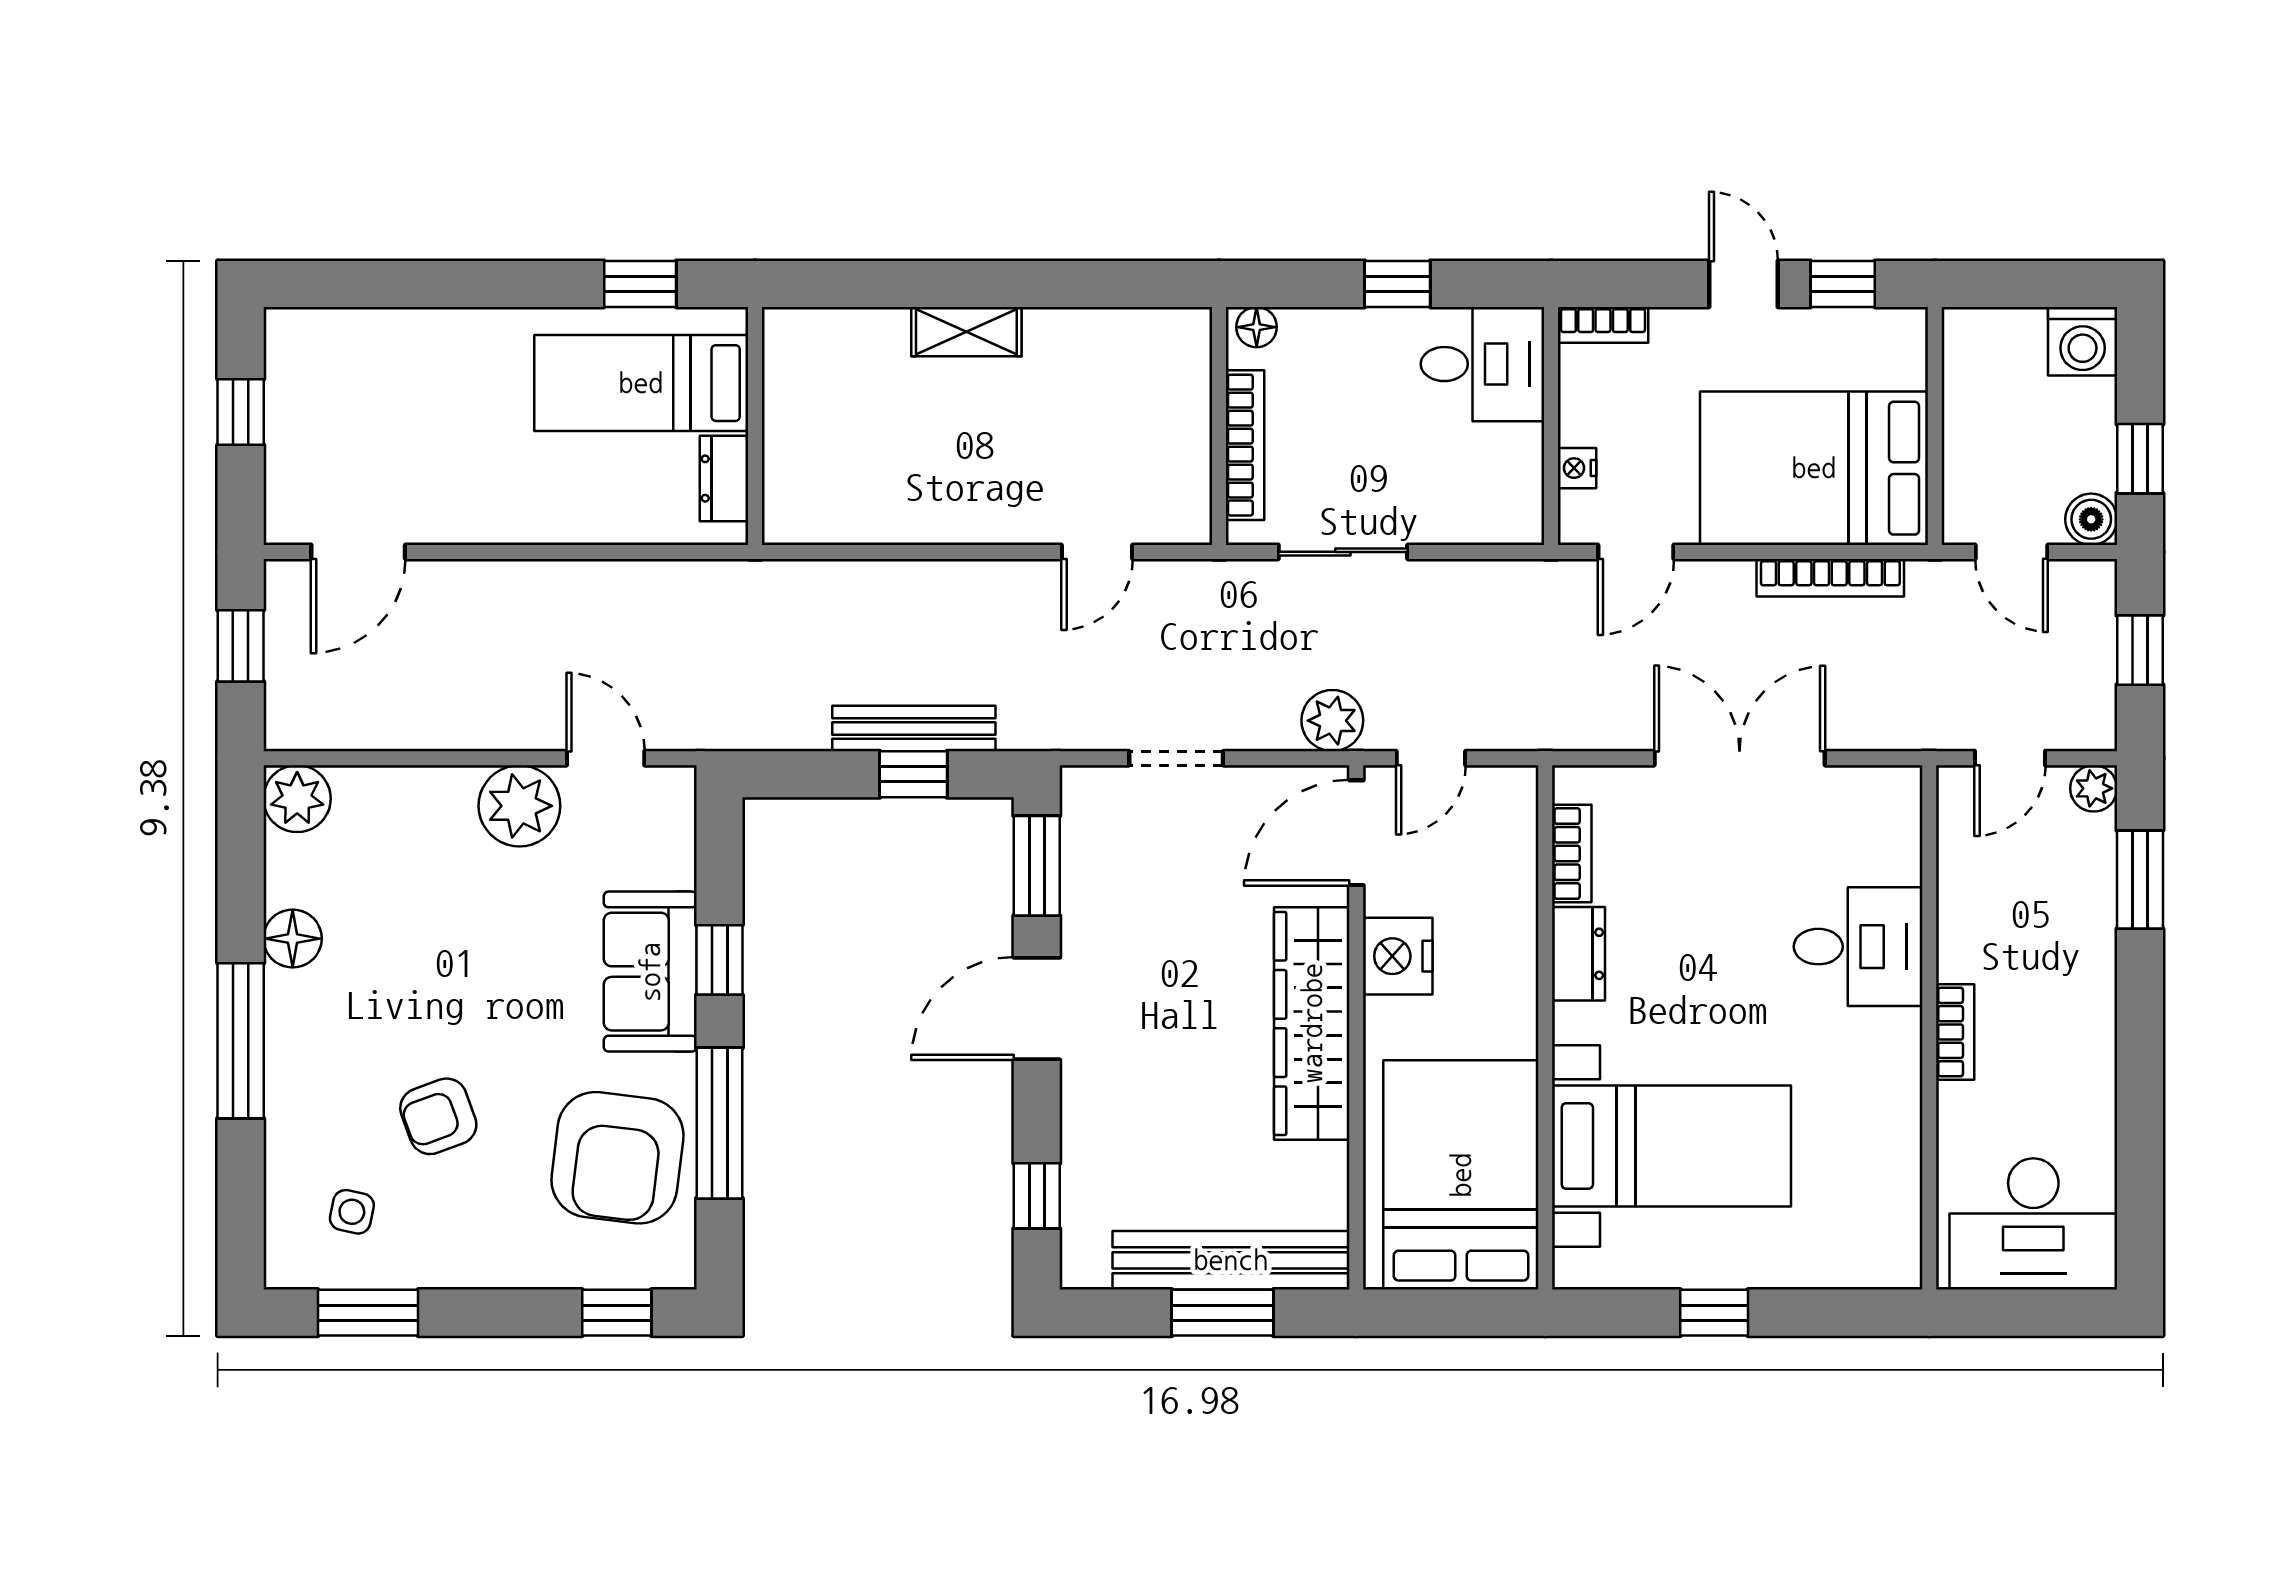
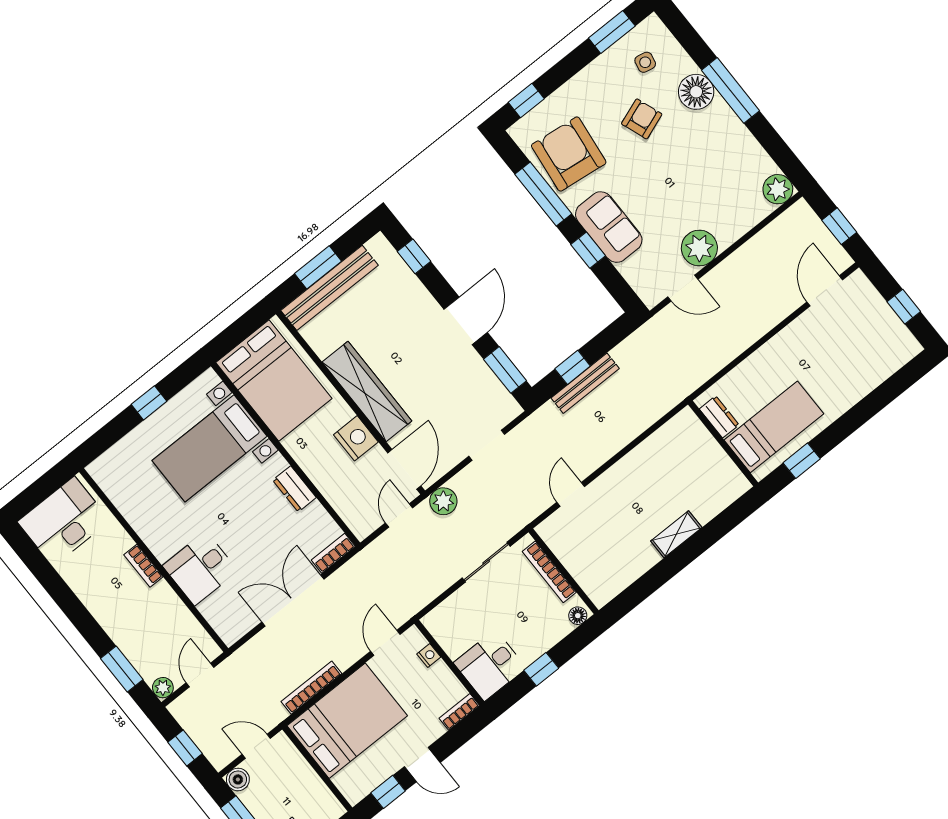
double door: (1740, 758) -> (293, 600), swing flipped
bookcase: (1572, 854) -> (333, 553), moved, turned 90
floor lamp: (293, 939) -> (696, 92), moved, width x1.38, depth x1.38

